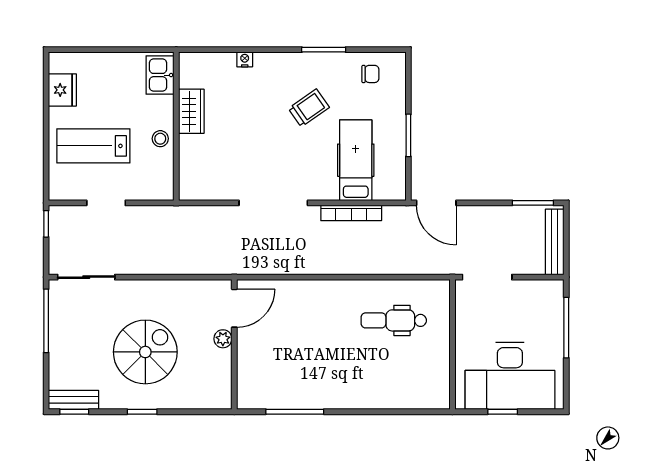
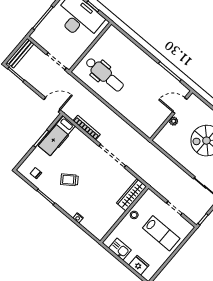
kitchen sink: (160, 75) -> (120, 249), moved, turned -90
fridge: (62, 90) -> (139, 265), moved, turned 90
wardrobe: (191, 111) -> (131, 195), moved, width x1.50
hospital bed: (356, 160) -> (57, 136), moved
door: (436, 203) -> (52, 105), hinge flipped
door: (234, 308) -> (180, 105), moved
dental chair: (394, 320) -> (105, 74), width x1.36, depth x1.38

